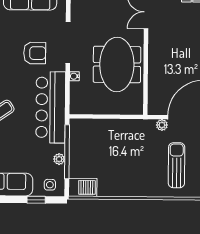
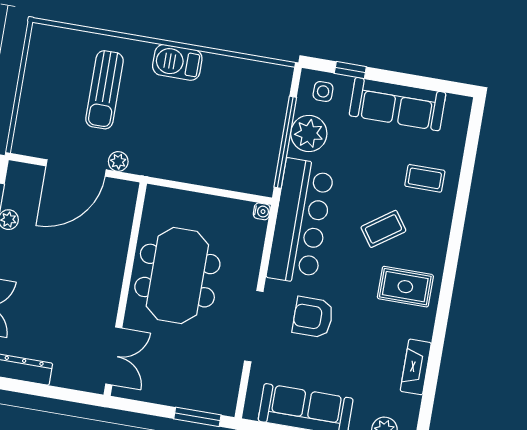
water cooler: (74, 76) -> (262, 211), moved
plant: (59, 159) -> (309, 133), width x1.87, depth x1.87
barbecue: (83, 187) -> (177, 62), moved

